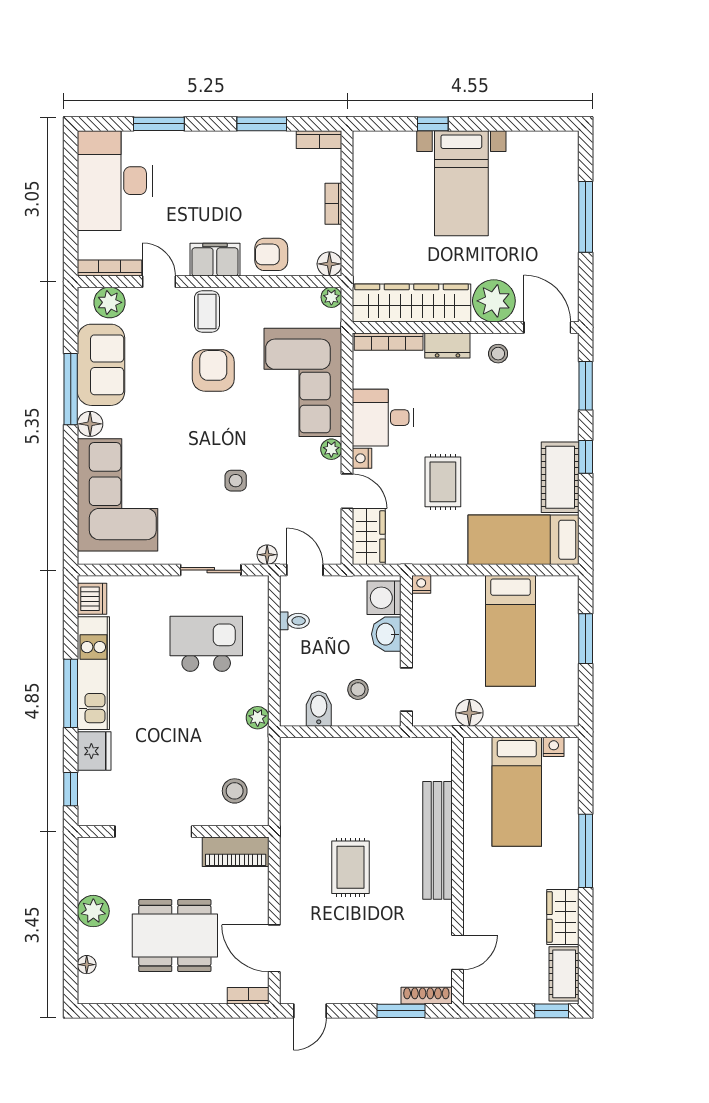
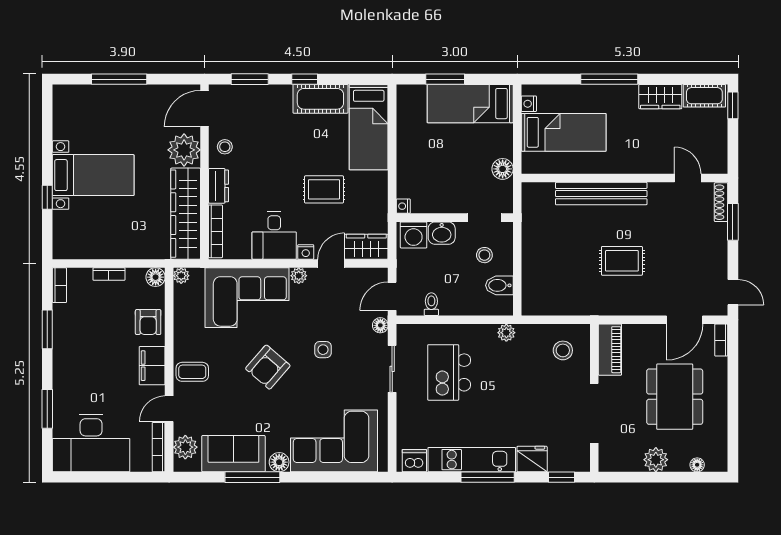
armchair: (213, 370) -> (268, 367), moved, turned -49
bed: (510, 631) -> (470, 104), moved, turned 180

